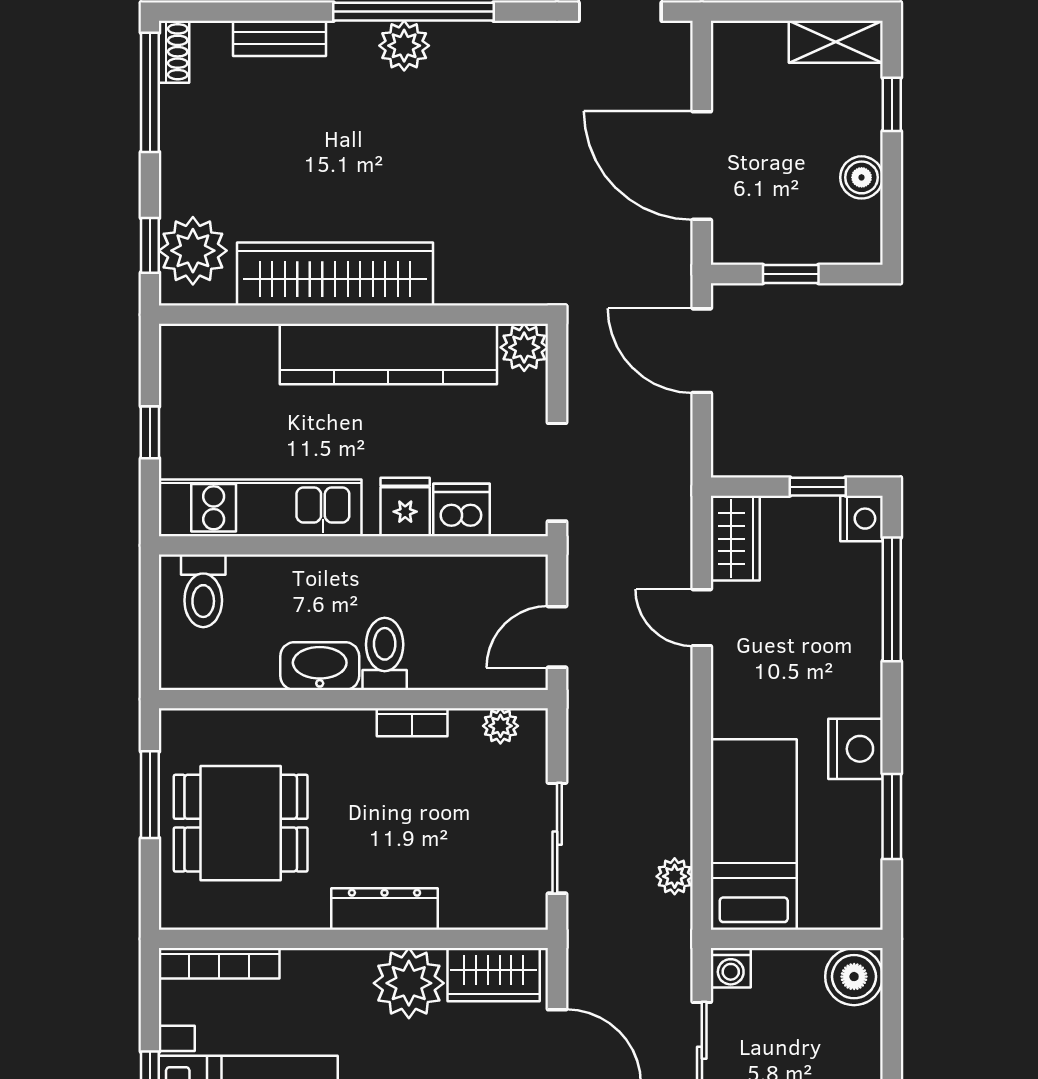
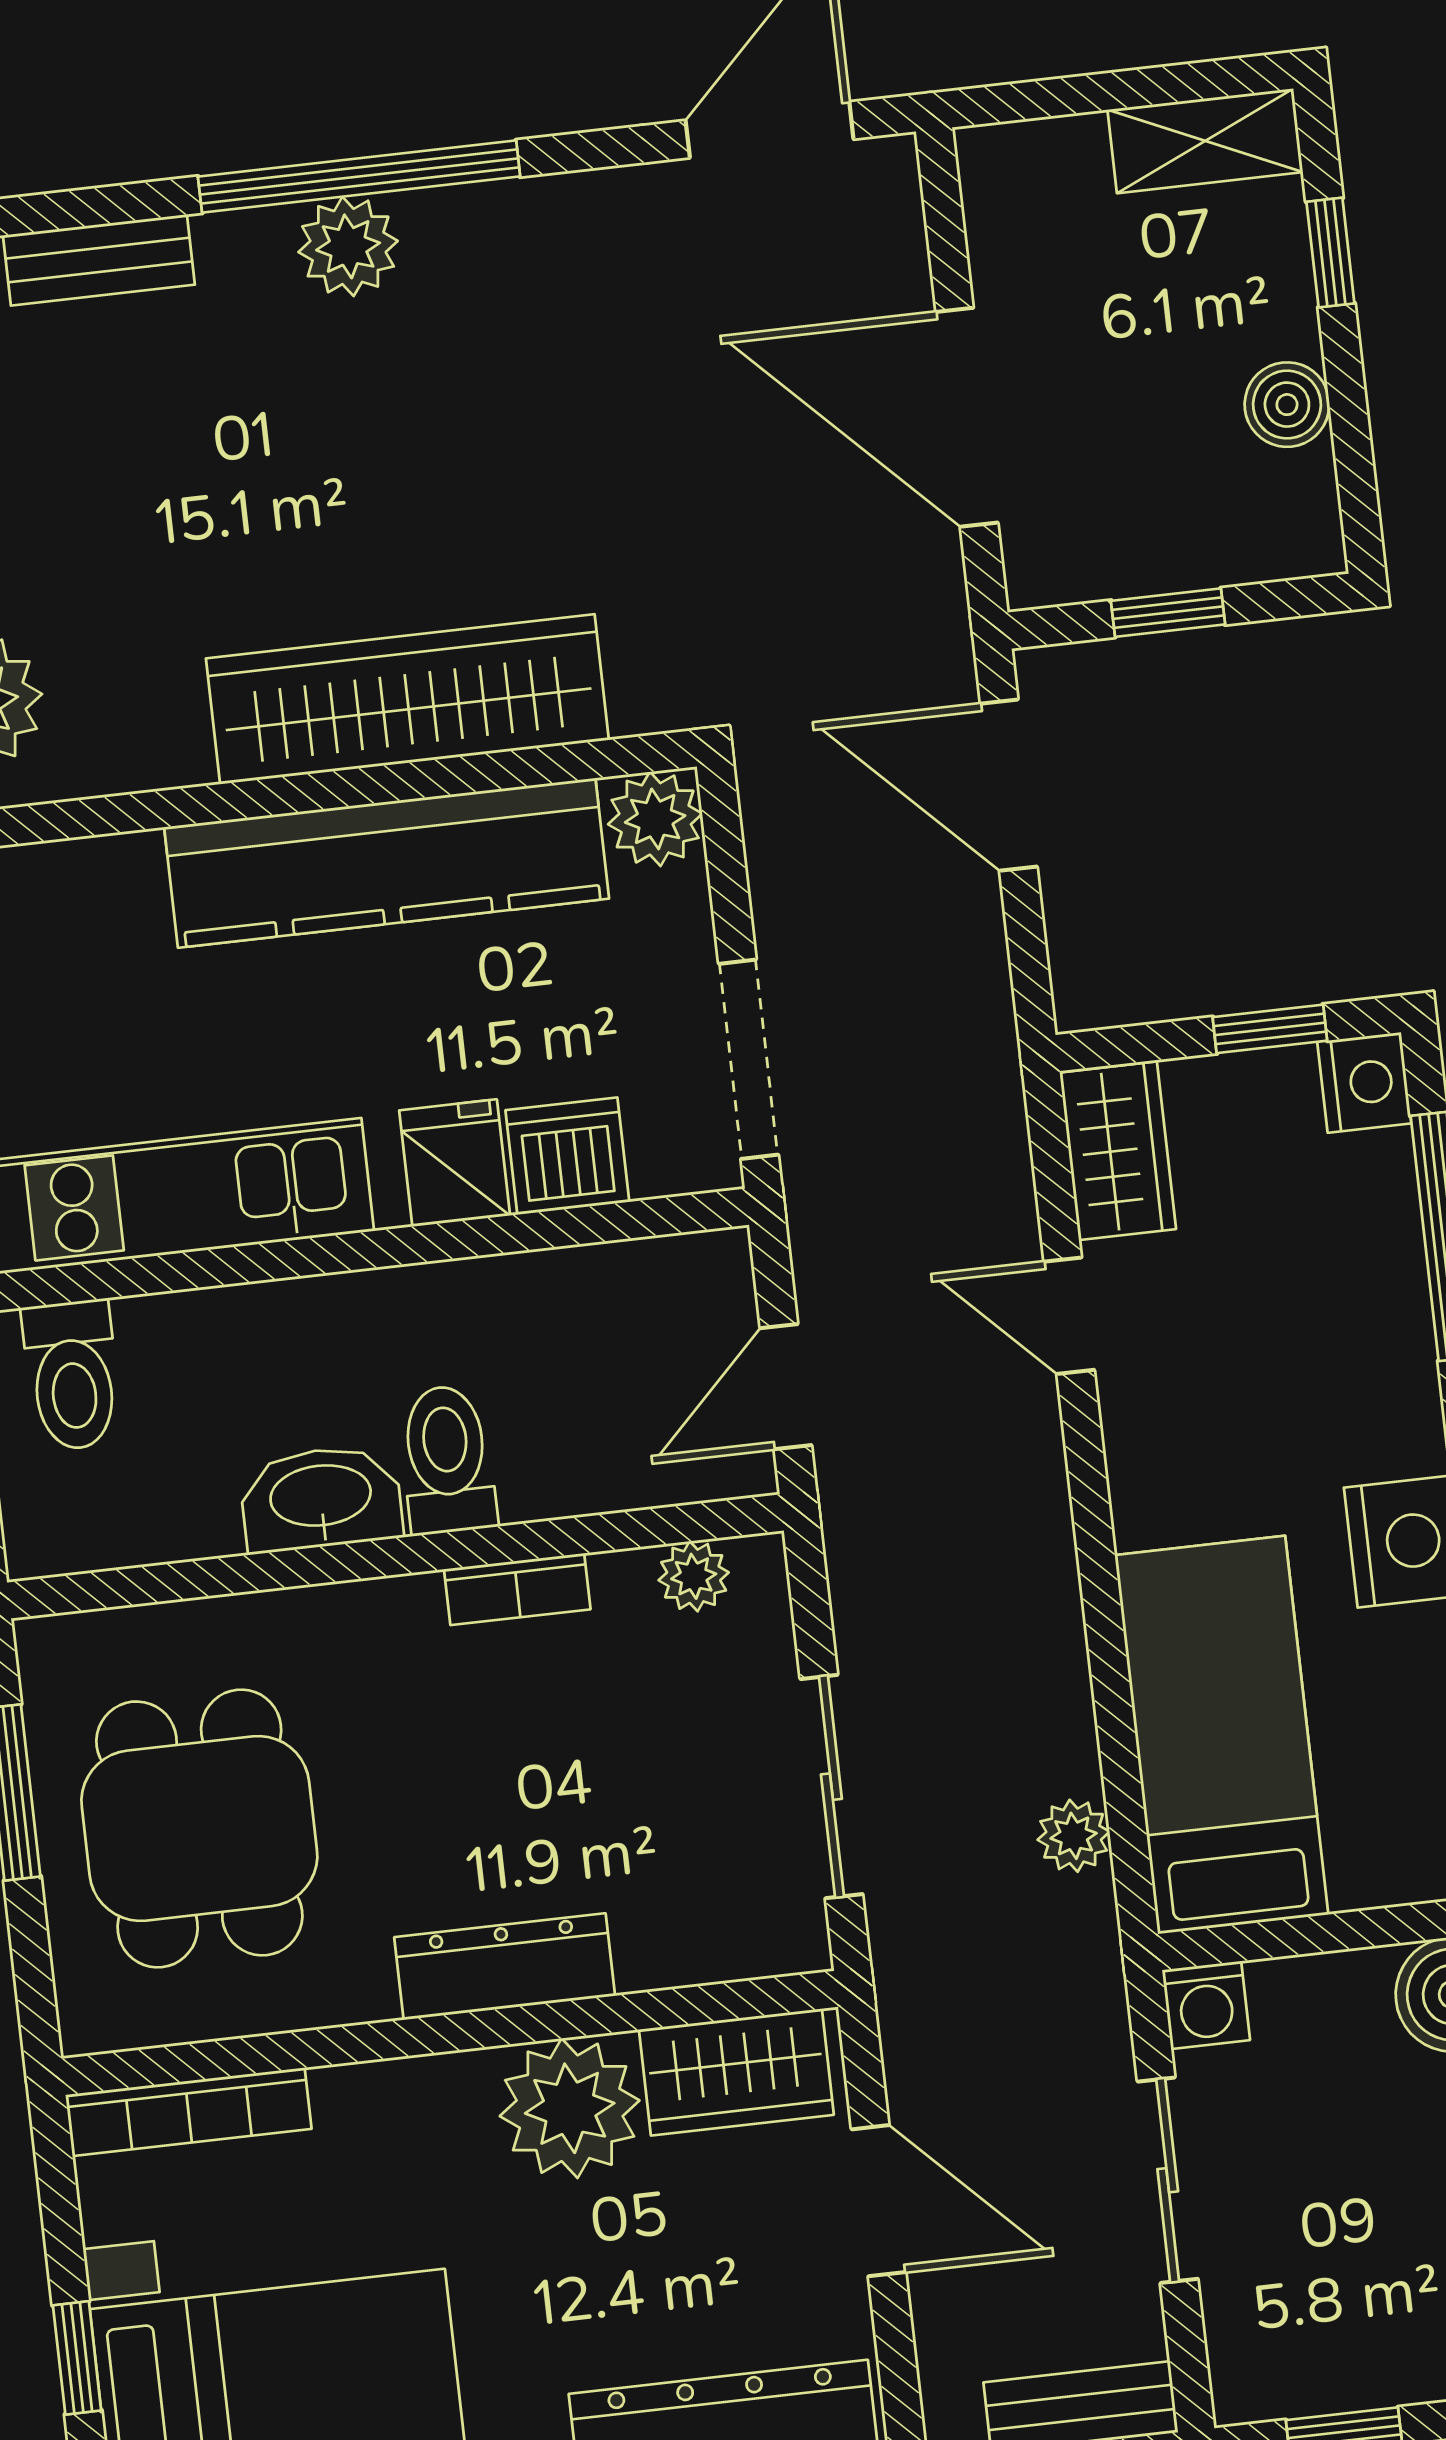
wardrobe: (335, 274) -> (407, 699), moved
dining table: (241, 823) -> (199, 1828), turned 90

